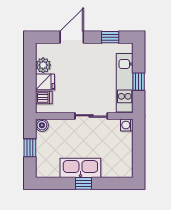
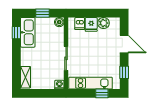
window: (139, 82) -> (102, 93), moved
kitchen sink: (80, 168) -> (28, 32), moved
shelving: (117, 171) -> (26, 77), added
window: (84, 183) -> (16, 33), moved

